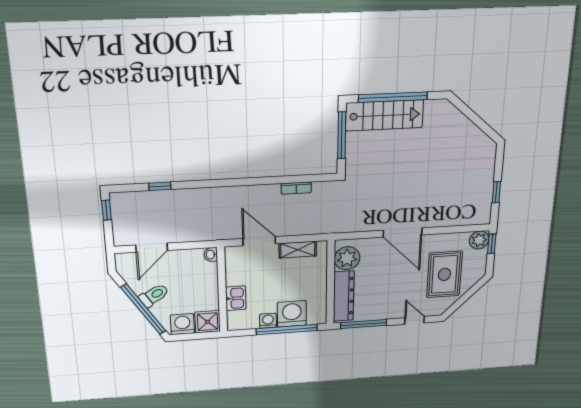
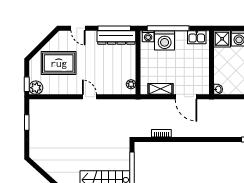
door: (403, 233) -> (90, 97), width x0.53
plant: (347, 258) -> (131, 84), width x0.53, depth x0.53
rug: (444, 274) -> (59, 63), turned 90
dresser: (344, 296) -> (116, 37), moved, turned -90
kitchen sink: (236, 298) -> (197, 37), moved, turned -90
washing machine: (268, 321) -> (148, 36), moved

